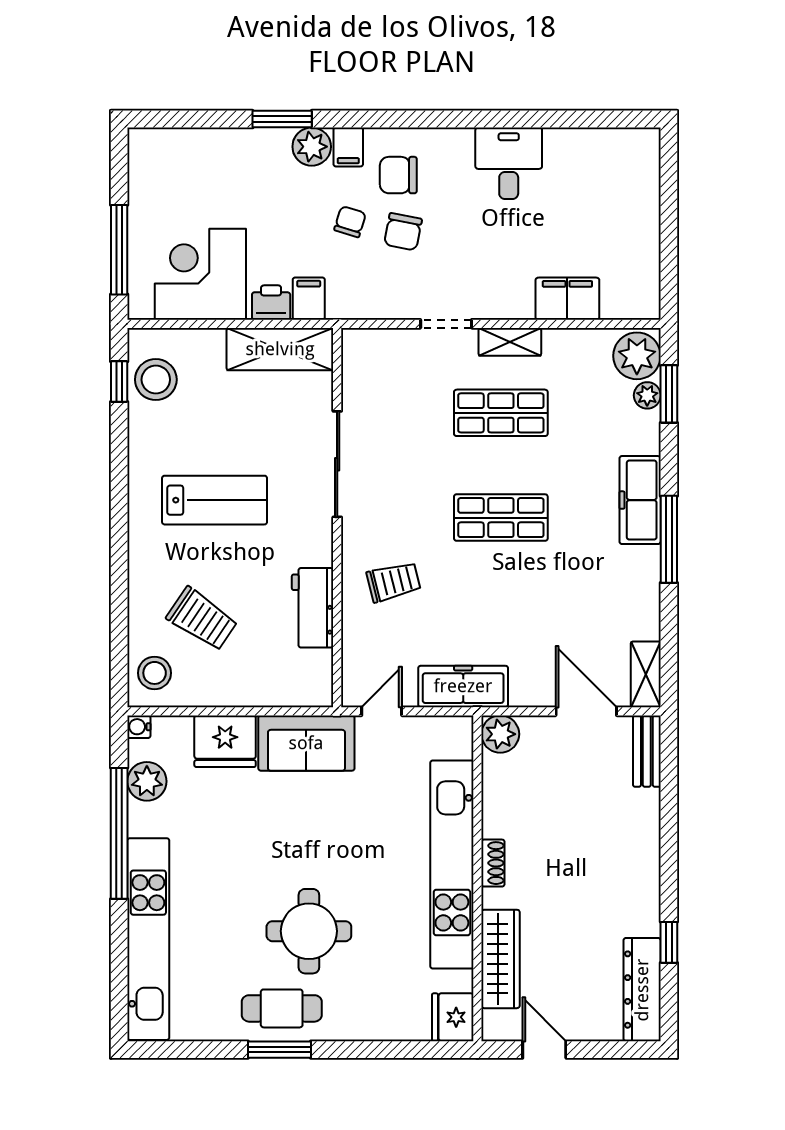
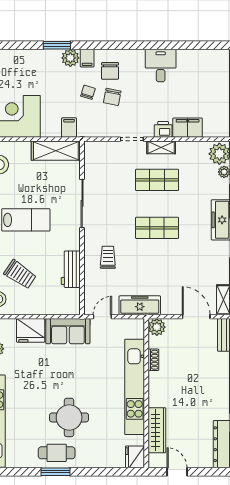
chair: (398, 175) -> (110, 71), turned -90
printer: (271, 303) -> (163, 129), moved
trolley: (394, 582) -> (108, 257), turned -76
shoe rack: (493, 863) -> (153, 360), moved

